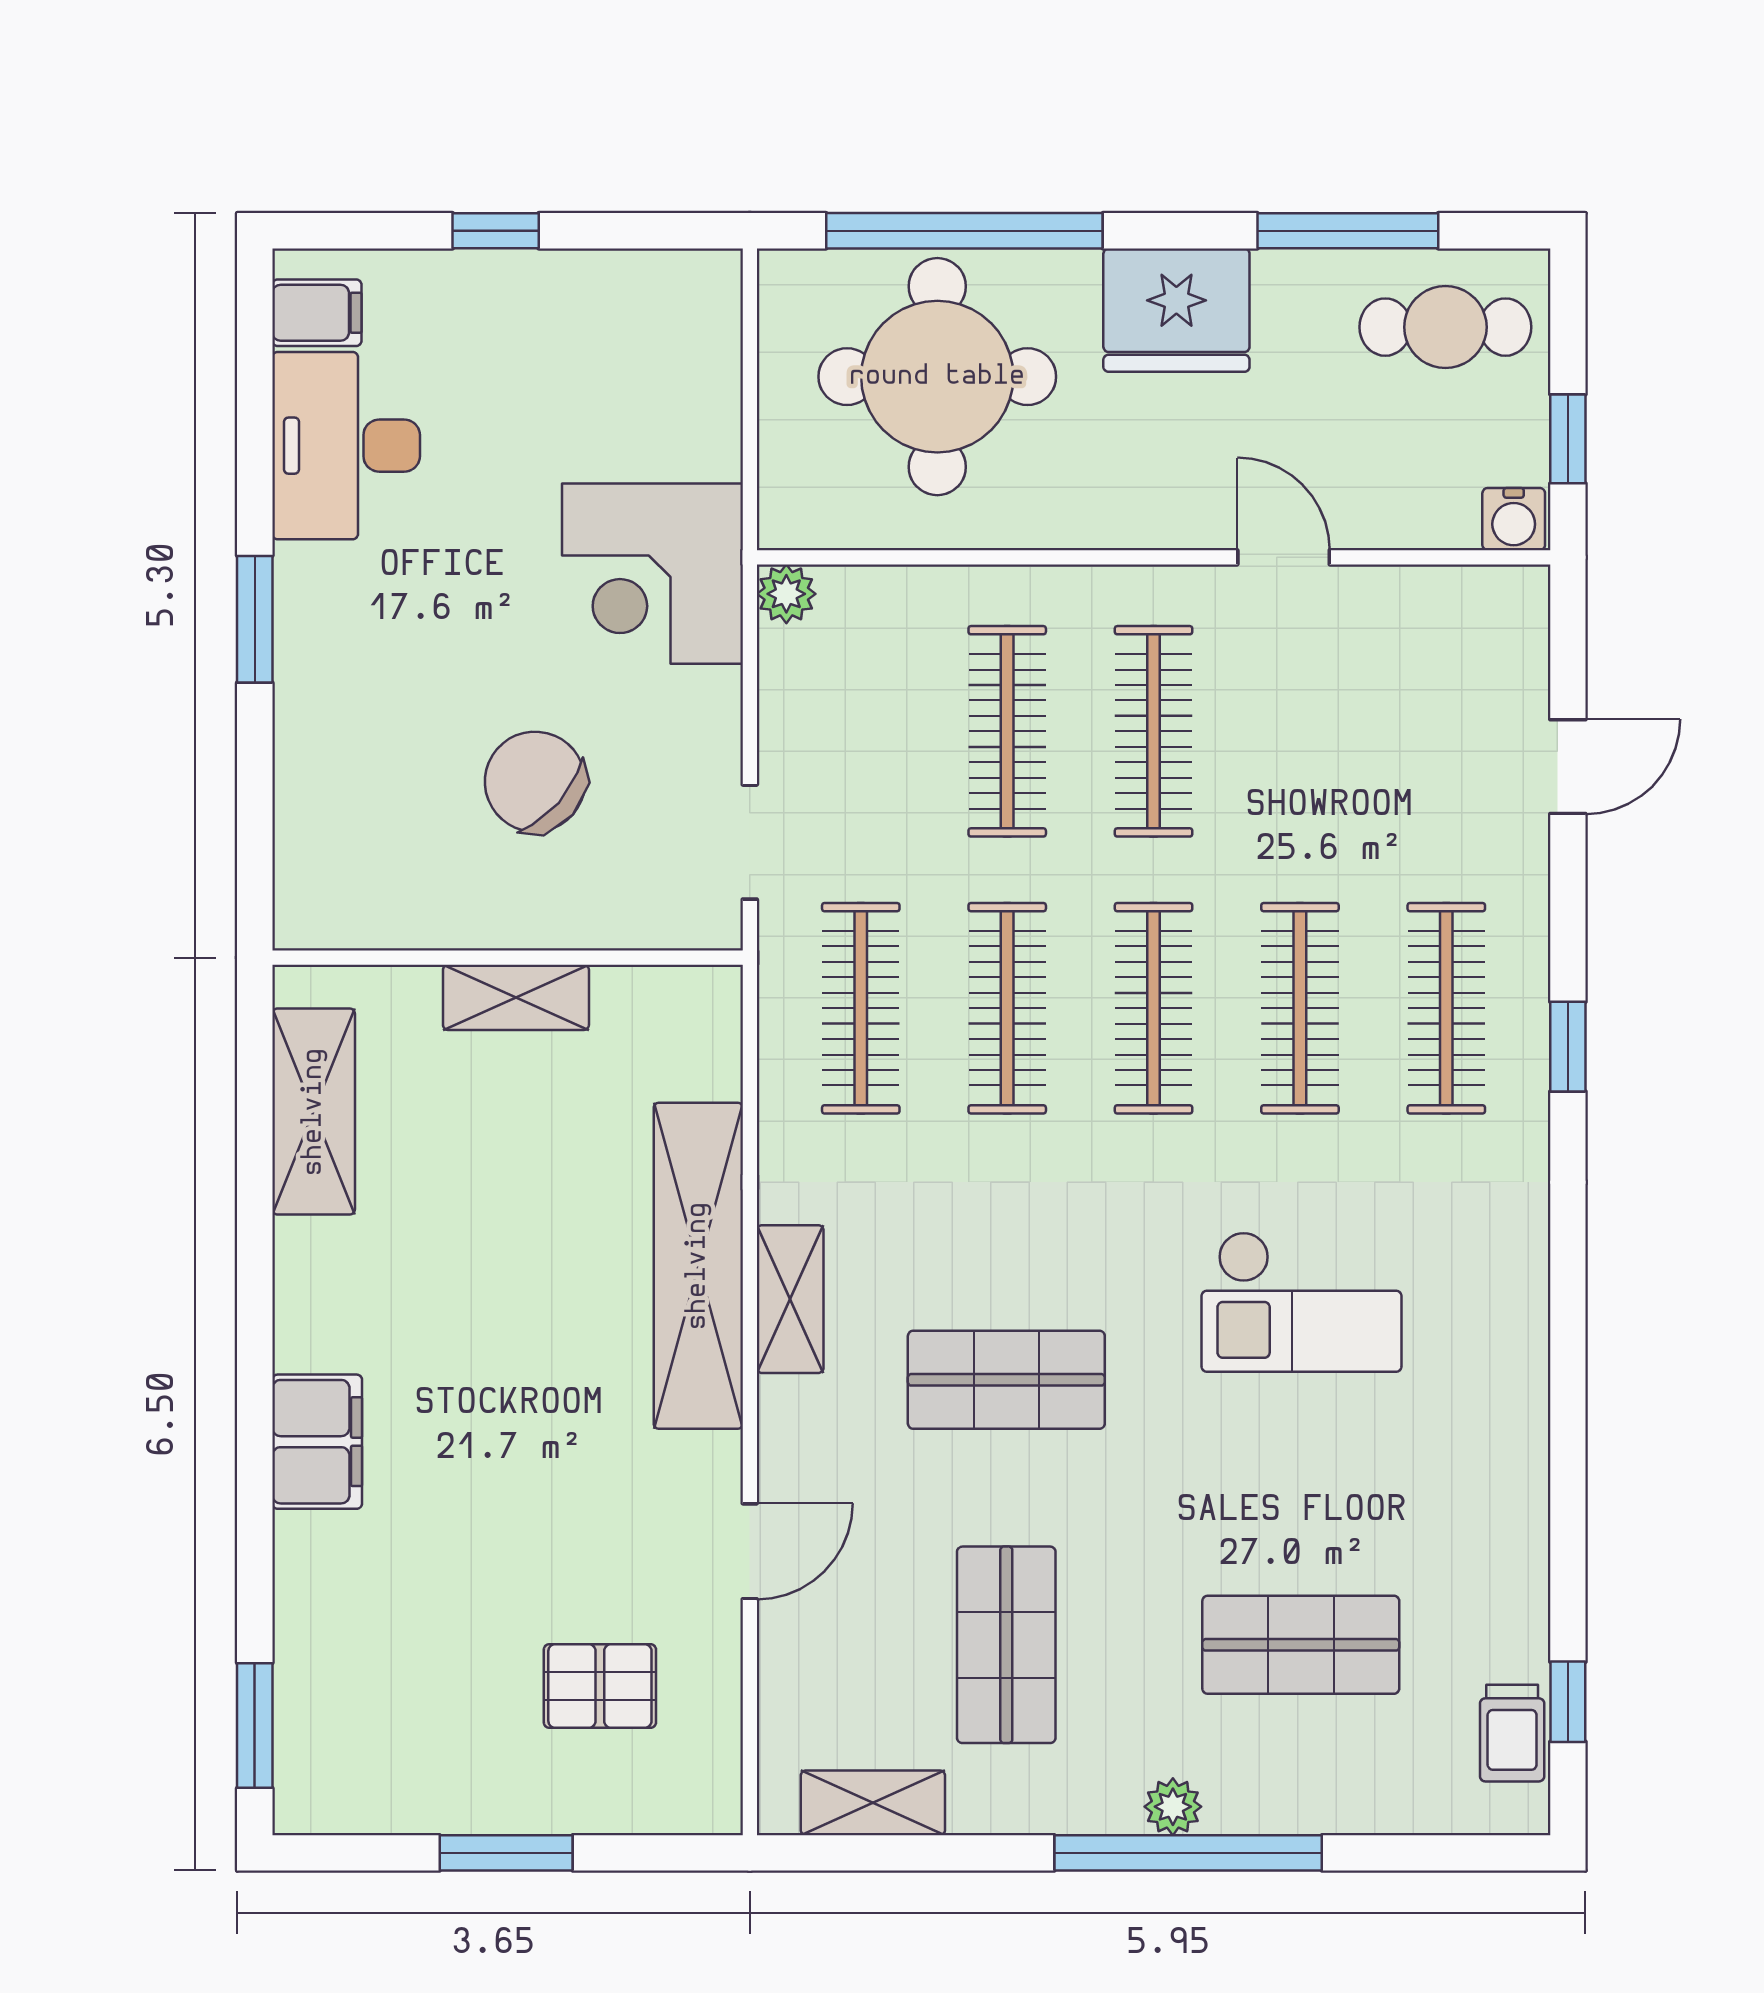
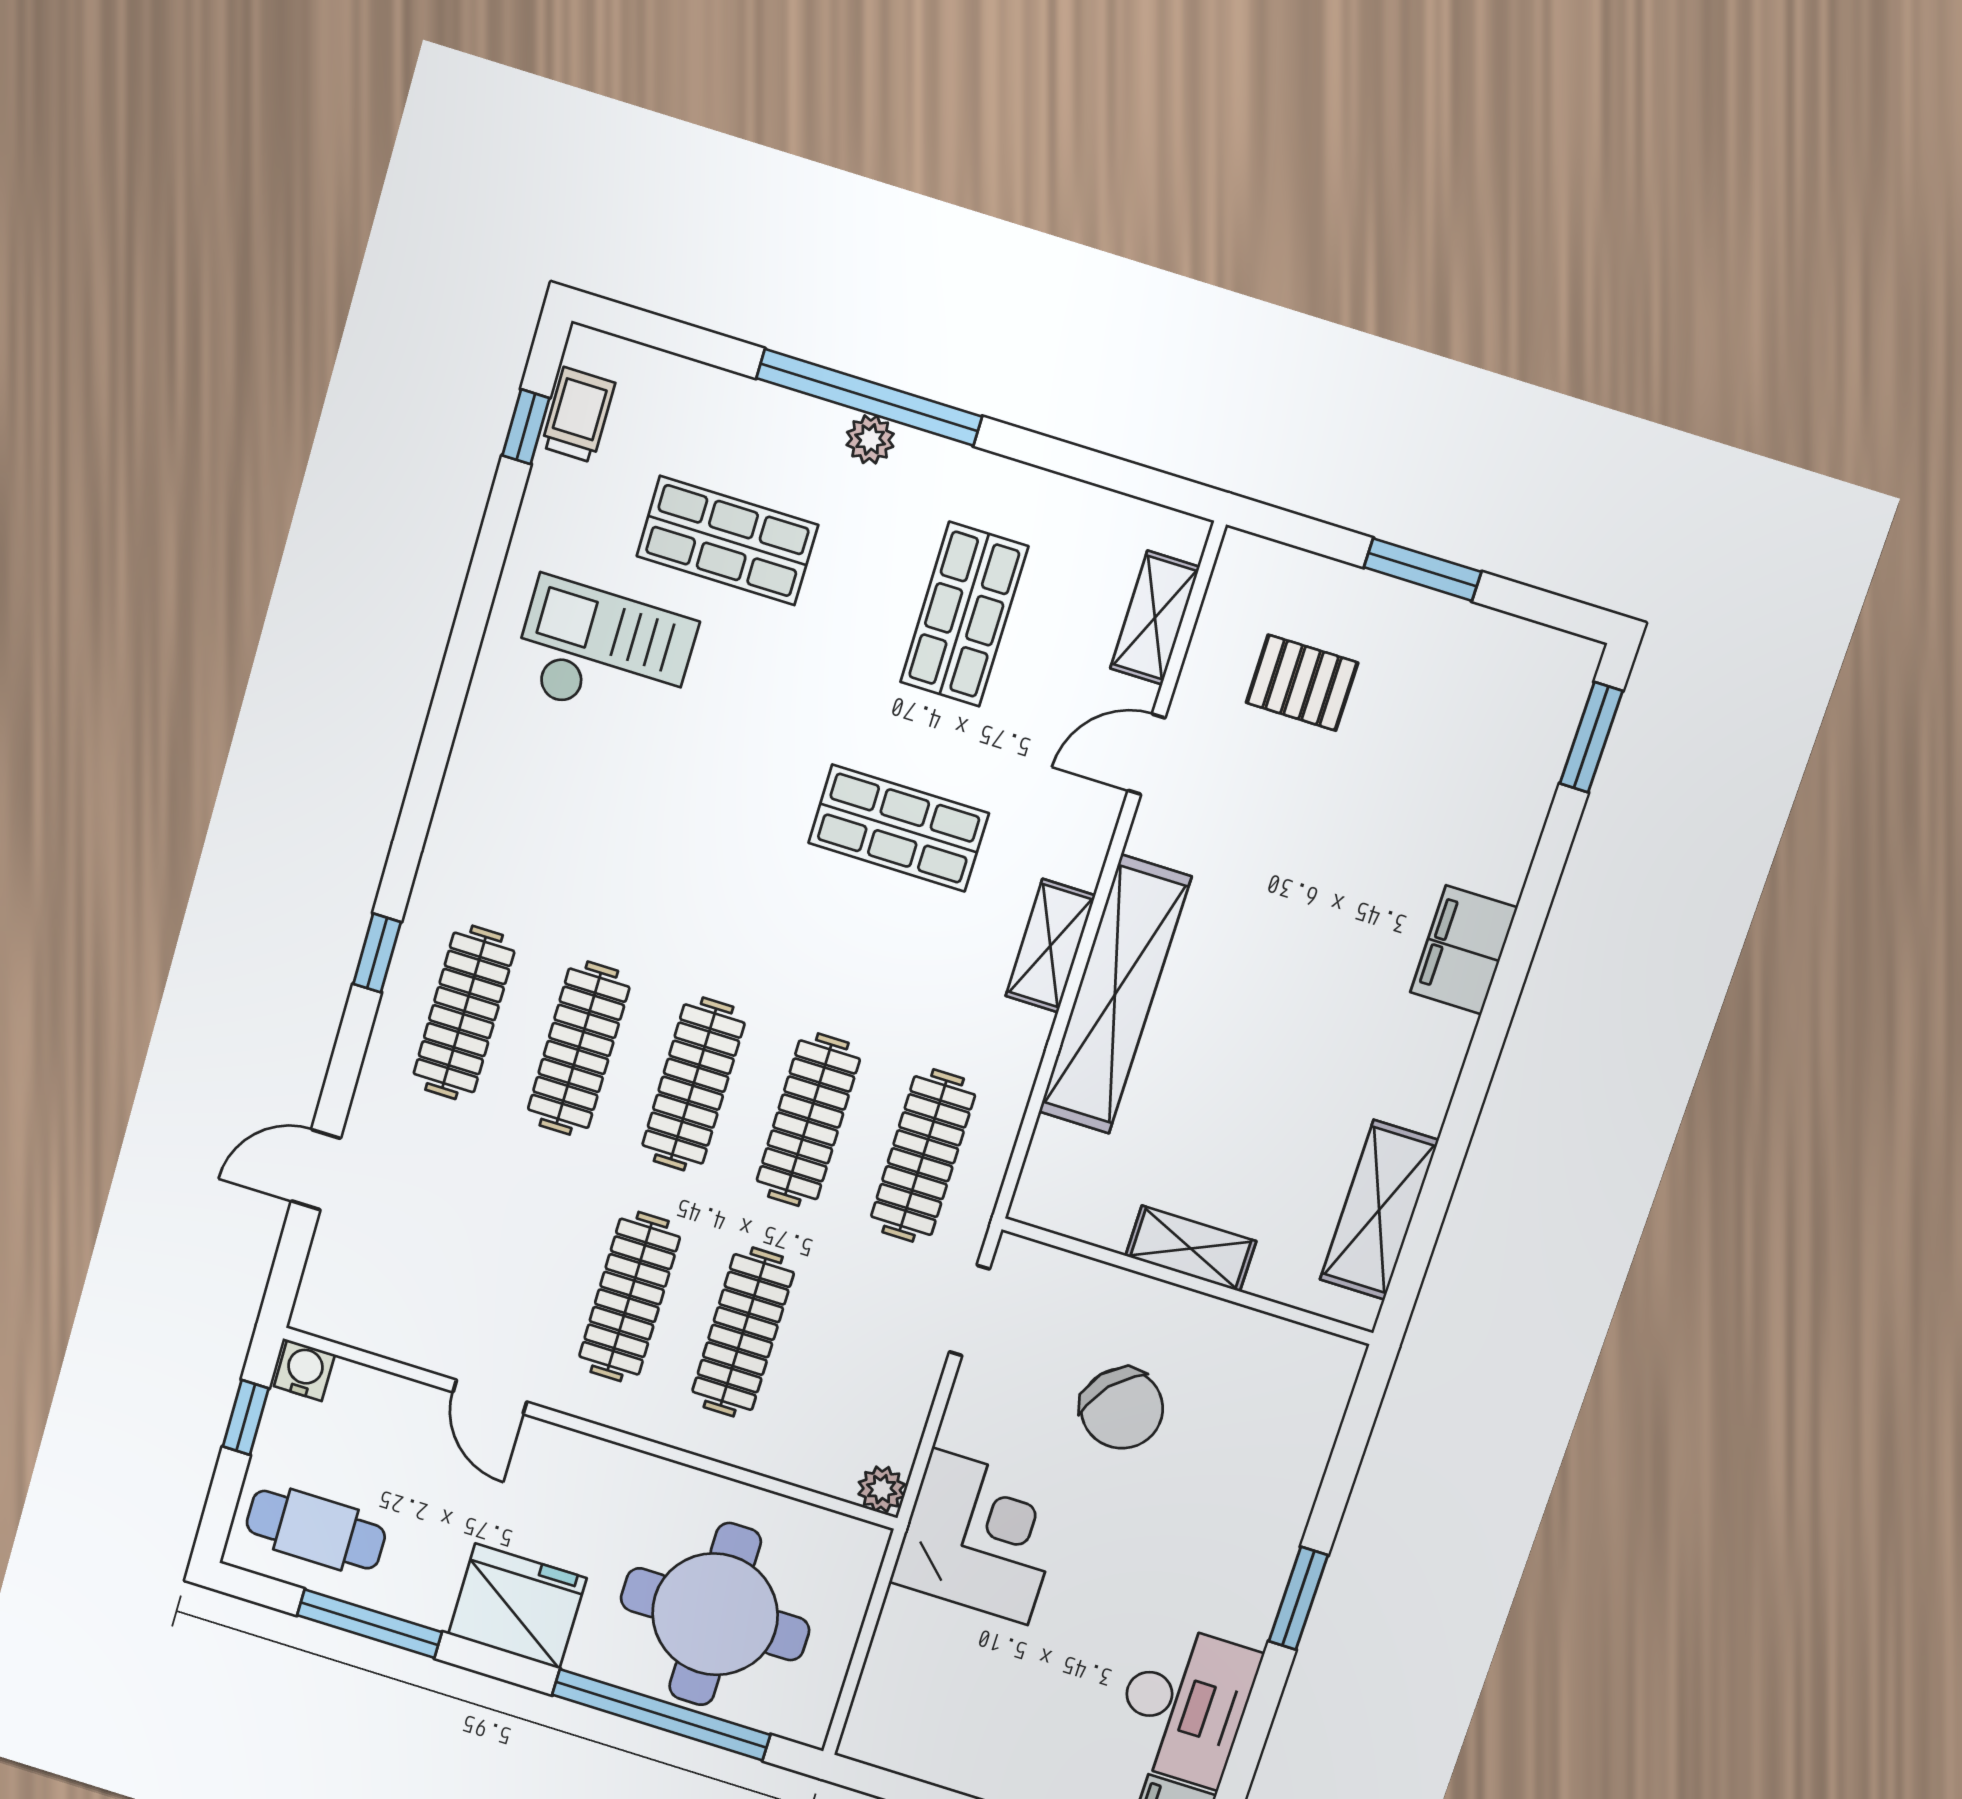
checkout: (1301, 1302) -> (604, 654), moved
shelving: (873, 1803) -> (1155, 618), moved, turned 90

